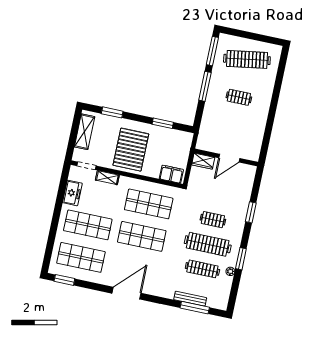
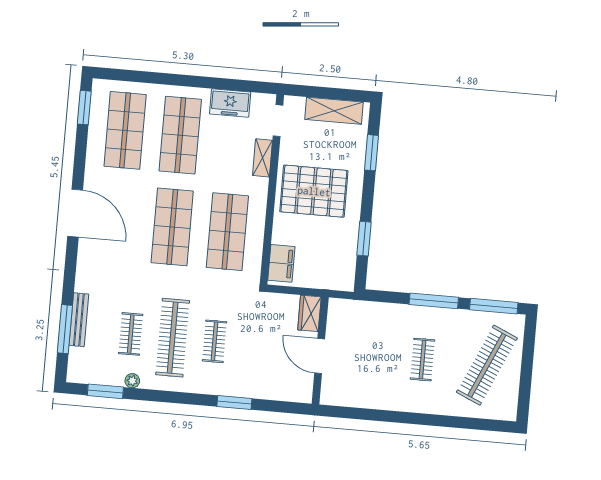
clothes rail: (247, 59) -> (487, 365), turned 33
window: (241, 259) -> (105, 391), moved
clothes rail: (202, 269) -> (131, 334), width x0.73

